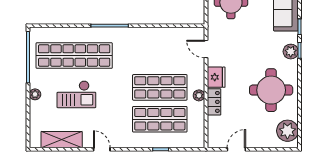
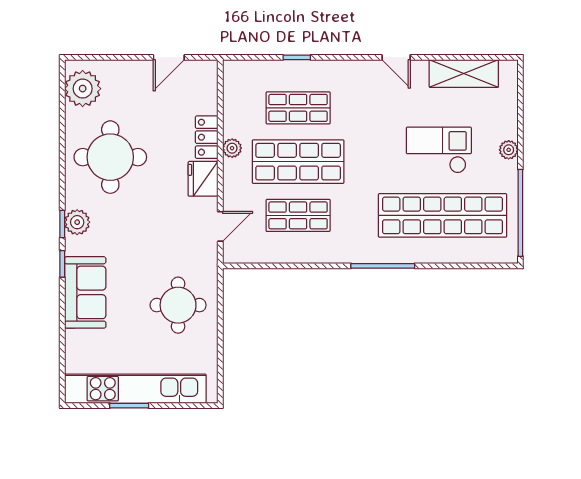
door: (206, 49) -> (220, 226), hinge flipped
shop shelf: (160, 56) -> (298, 215), added
shop shelf: (160, 119) -> (298, 108), width x0.70, depth x0.74

